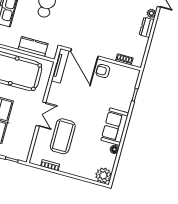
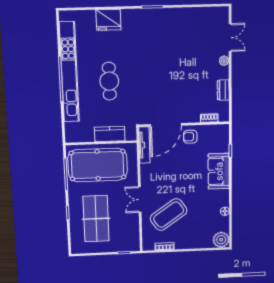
dresser: (147, 27) -> (223, 90), moved
door: (84, 54) -> (166, 125), hinge flipped
double door: (41, 114) -> (140, 199), swing flipped
sofa: (115, 127) -> (219, 171), moved
coffee table: (63, 136) -> (169, 215), turned 55

